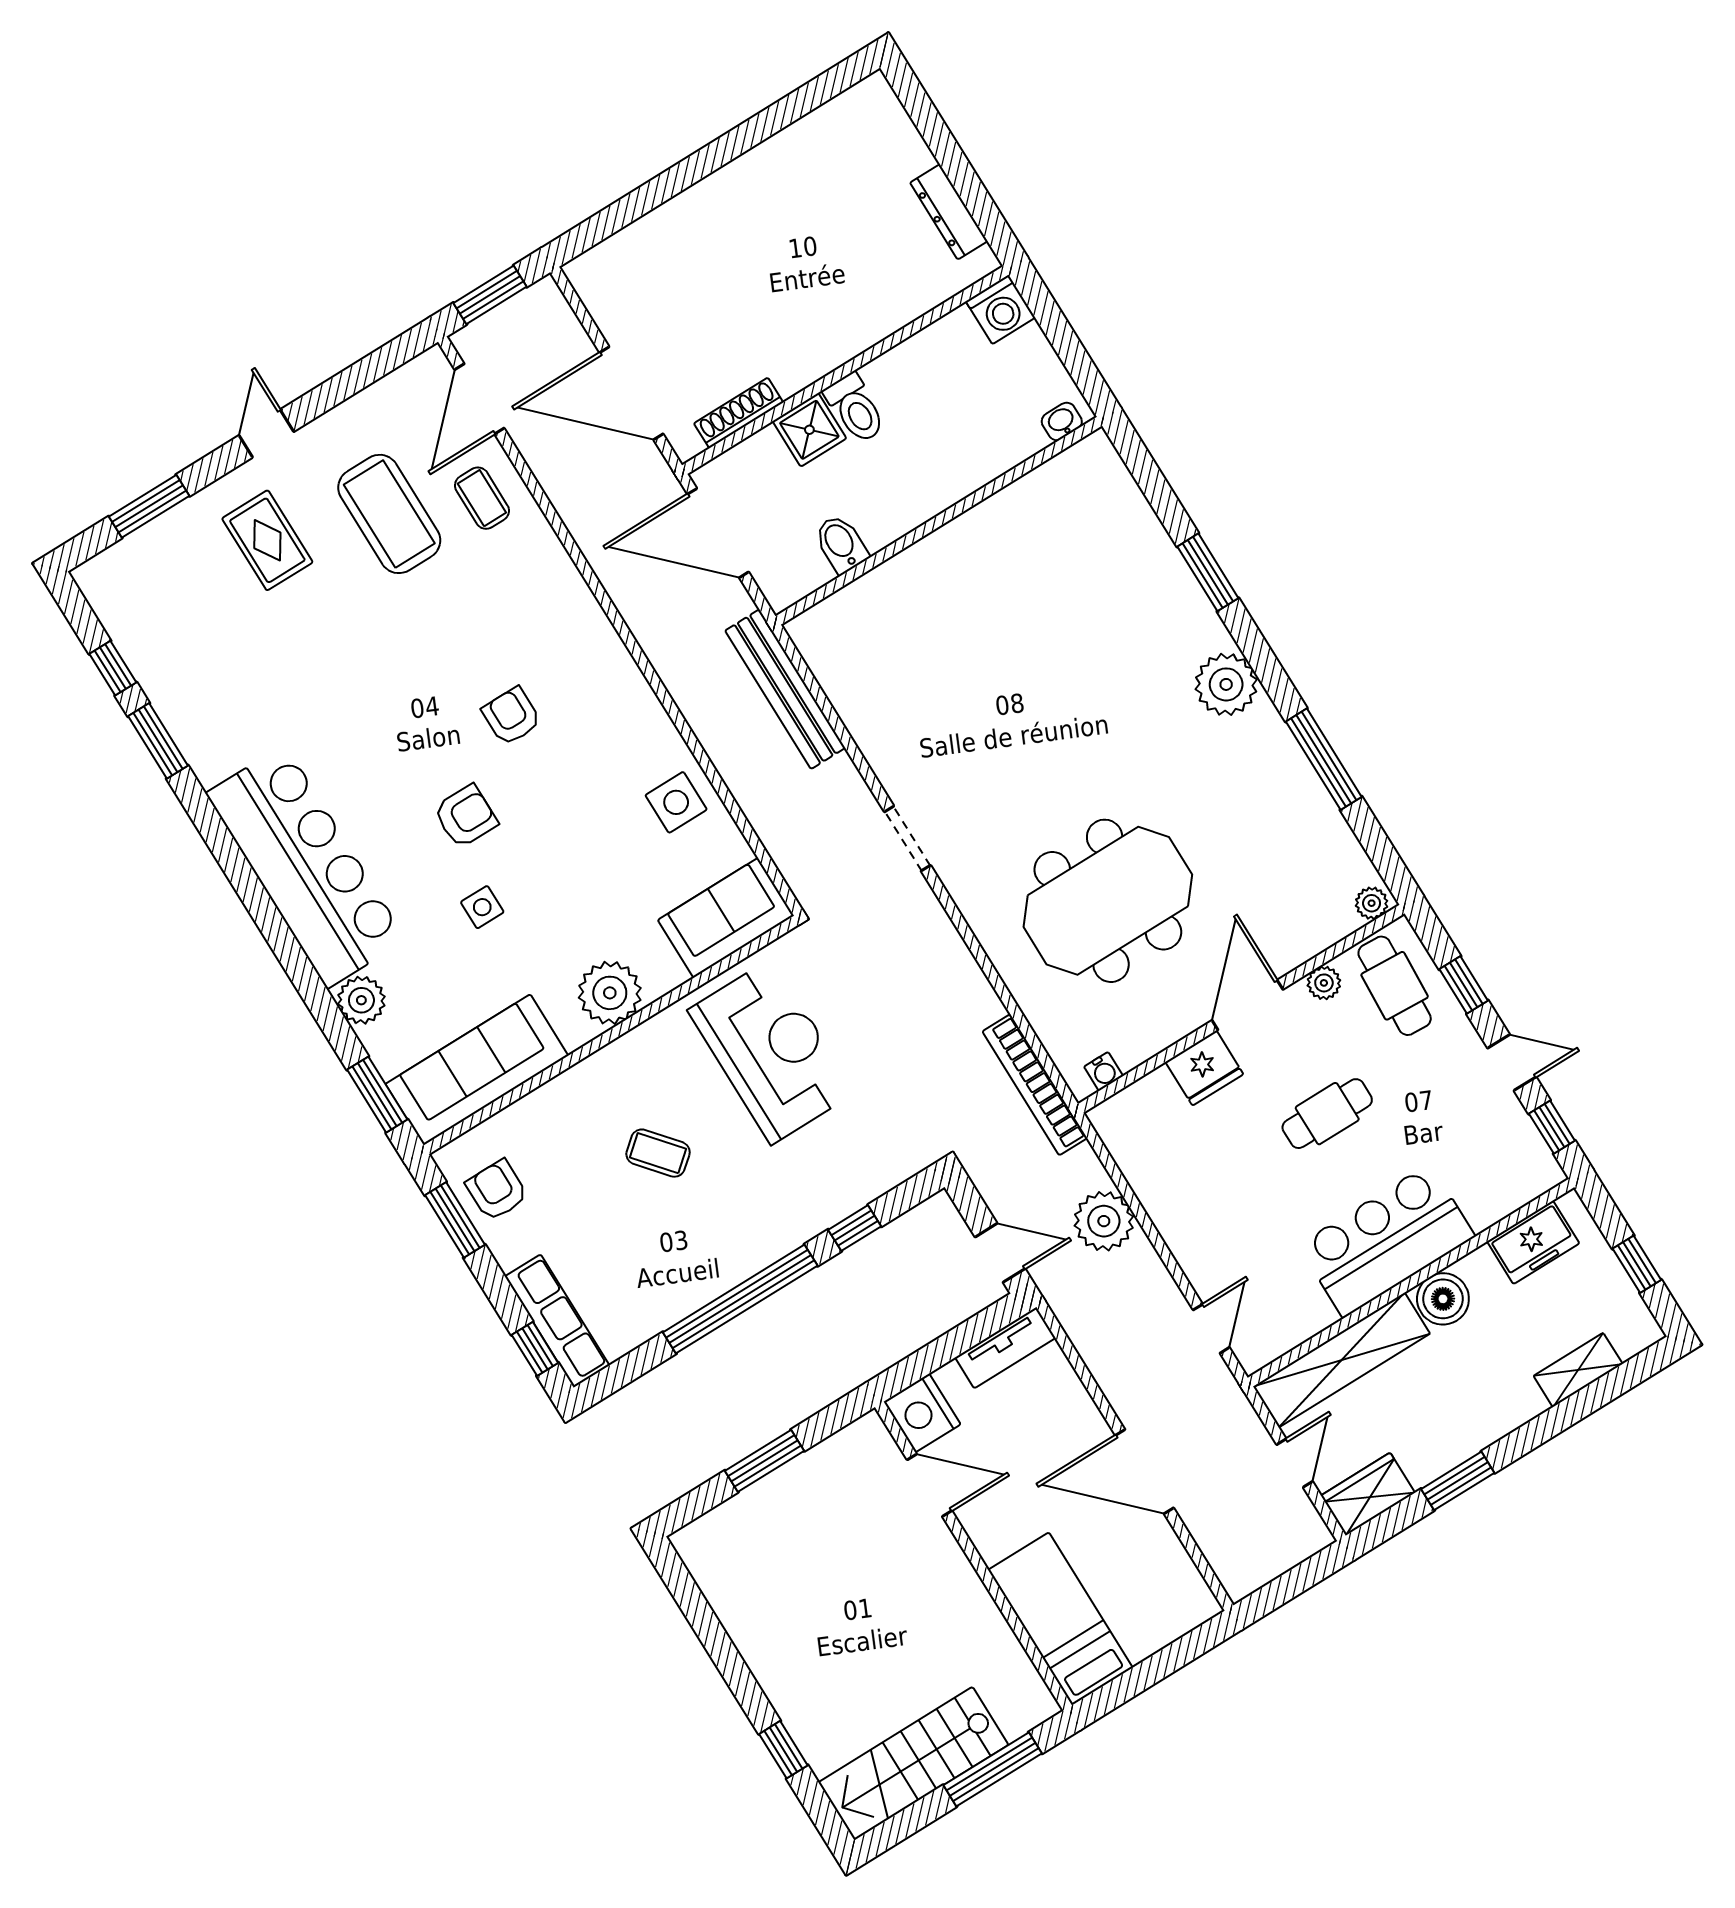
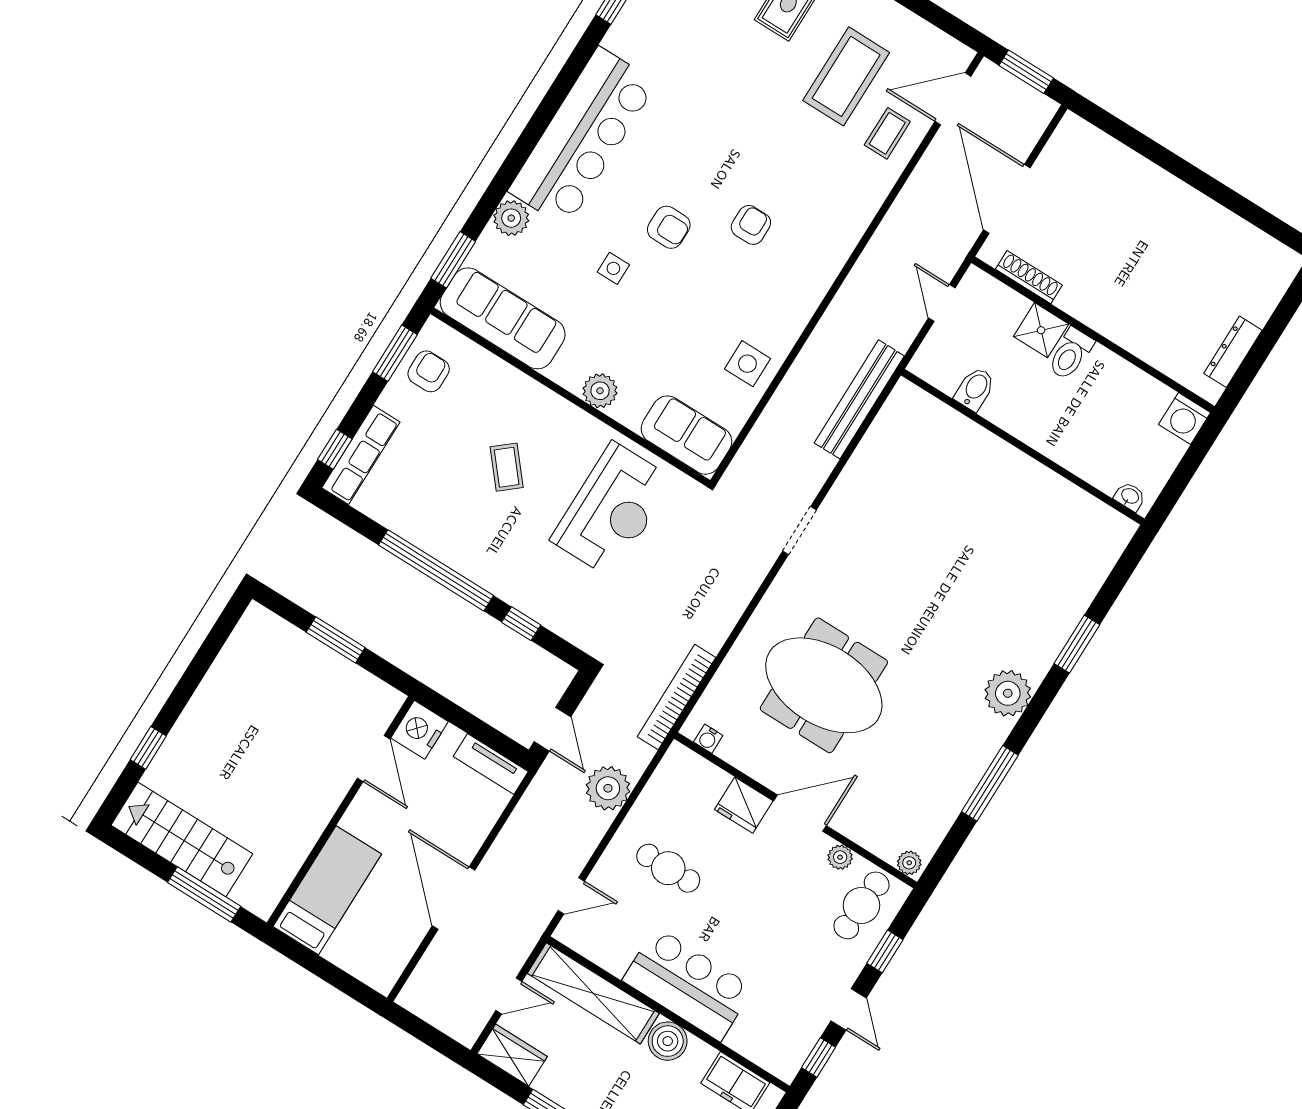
door: (718, 533) -> (942, 303), width x0.53
plant: (610, 993) -> (600, 391), width x0.73, depth x0.73
cafe table: (1327, 1114) -> (668, 868), moved

